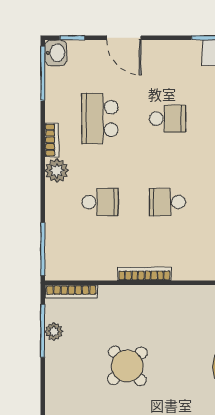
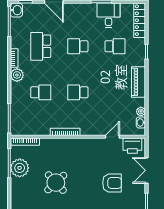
school desk: (167, 119) -> (78, 46), turned 180
plant: (54, 331) -> (20, 168), width x1.87, depth x1.87

